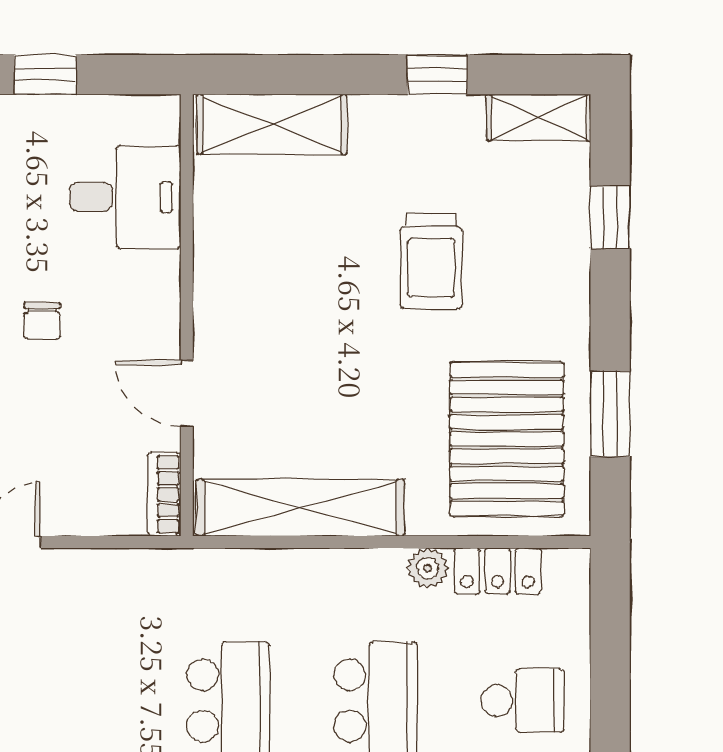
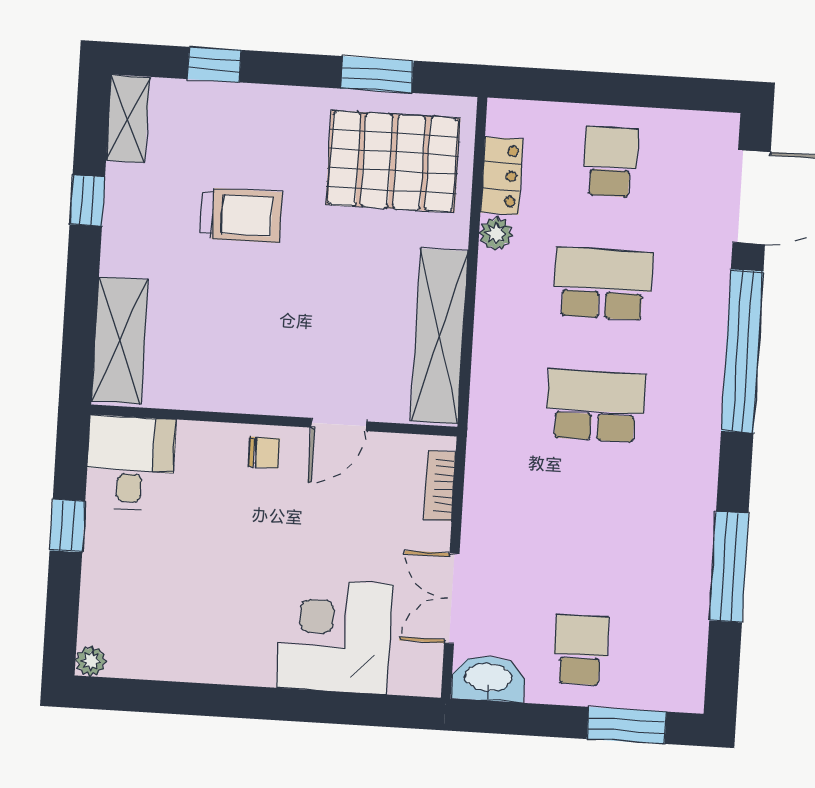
desk: (125, 197) -> (130, 463), moved
chair: (42, 321) -> (264, 453), moved
bookcase: (164, 494) -> (440, 486), moved, turned 90

